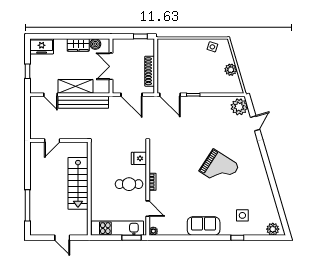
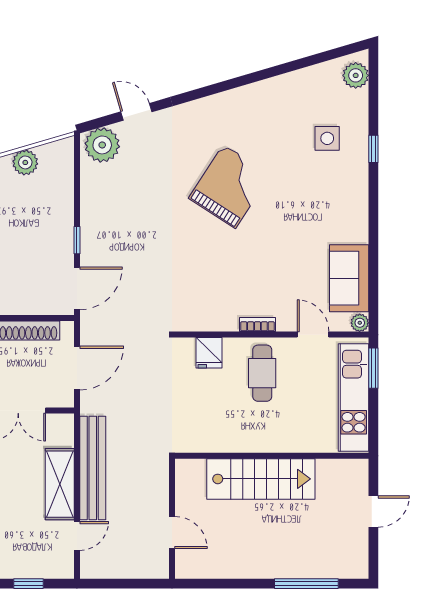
door: (148, 209) -> (313, 335), hinge flipped
sofa: (204, 226) -> (349, 278), moved

